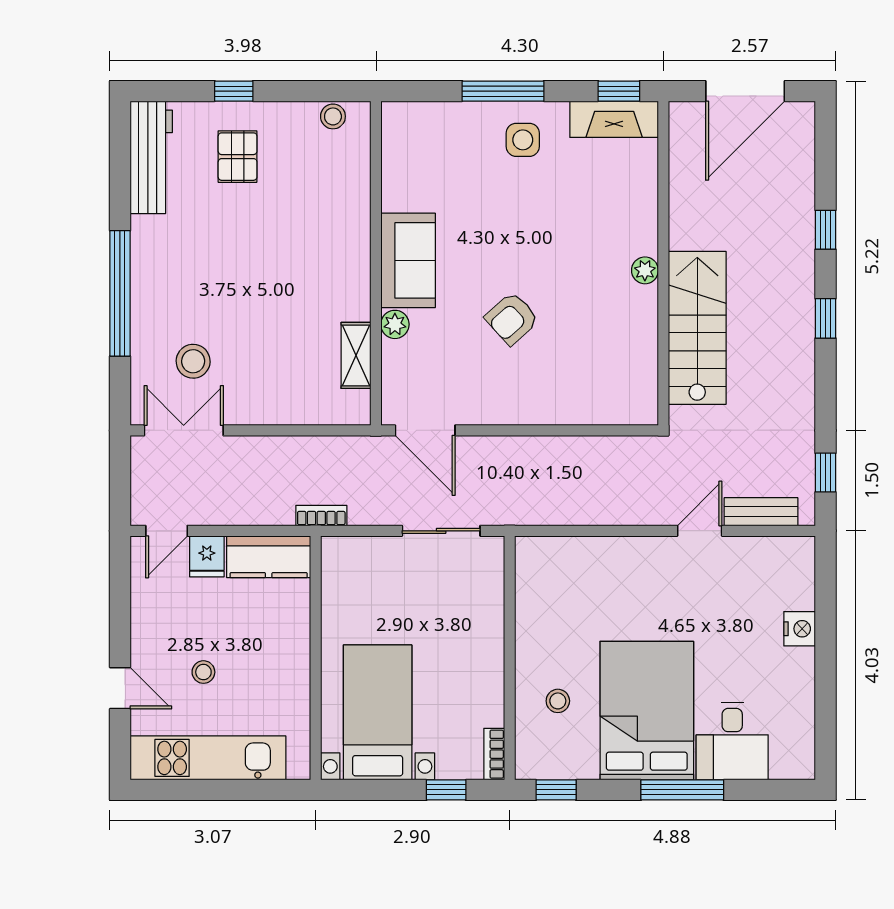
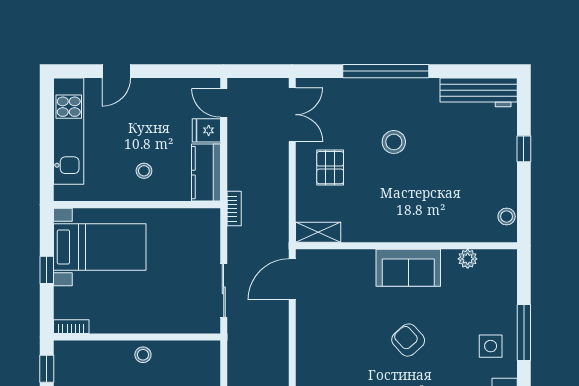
pallet: (238, 157) -> (330, 168), moved, turned 90
armchair: (512, 319) -> (408, 340), moved
plant: (395, 324) -> (468, 259), moved
shelving: (356, 355) -> (318, 232), moved
stool: (193, 361) -> (394, 142), moved
stool: (203, 672) -> (144, 171), moved
stool: (558, 701) -> (143, 355), moved
window: (446, 790) -> (47, 270), moved

